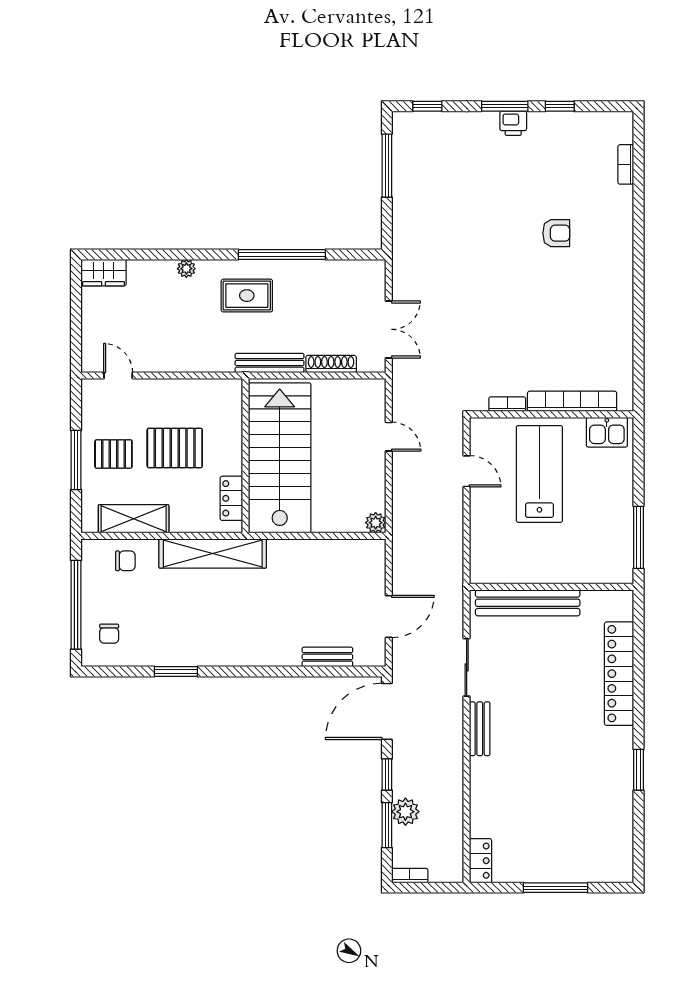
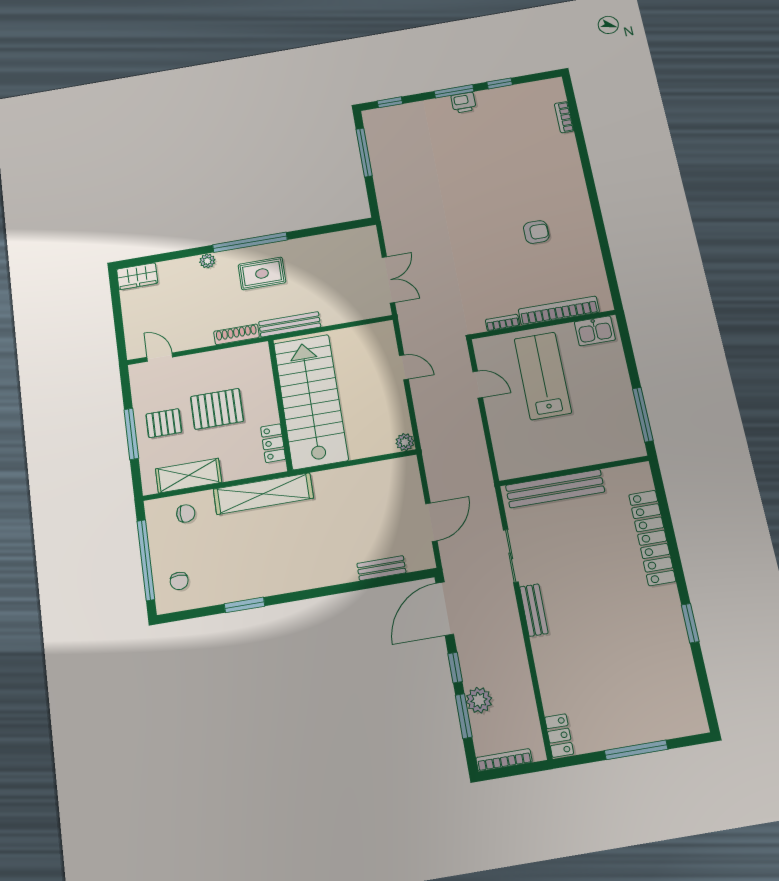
armchair: (556, 233) -> (536, 232), moved
window: (282, 255) -> (250, 242), moved
shoe rack: (331, 364) -> (236, 334), moved
bookcase: (410, 876) -> (504, 760), width x1.56

